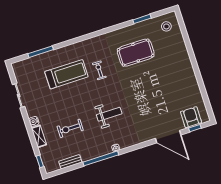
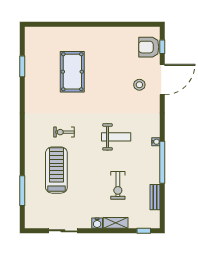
stool: (166, 26) -> (139, 85), moved
pool table: (136, 53) -> (72, 72), moved
weight bench: (109, 114) -> (116, 137), turned 90

